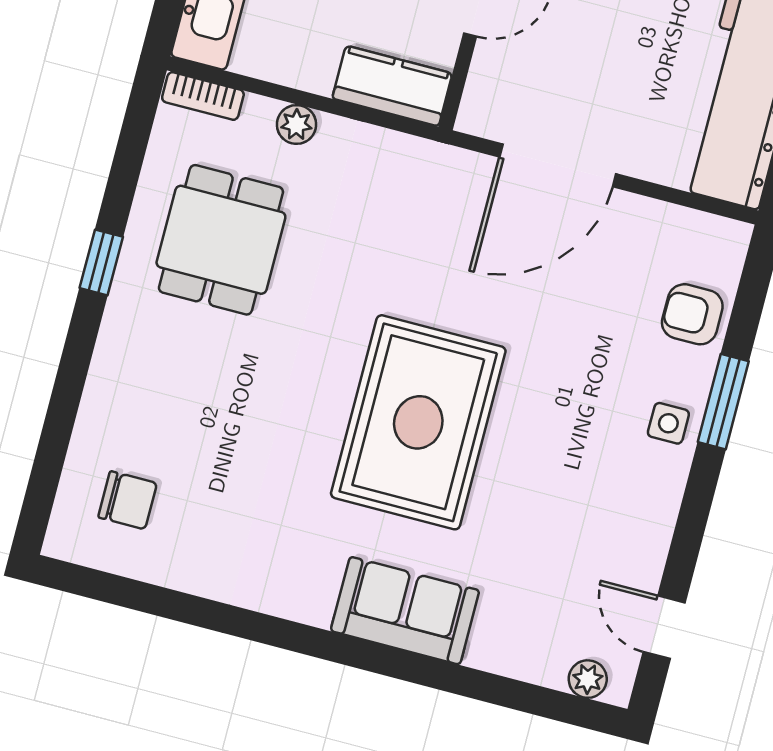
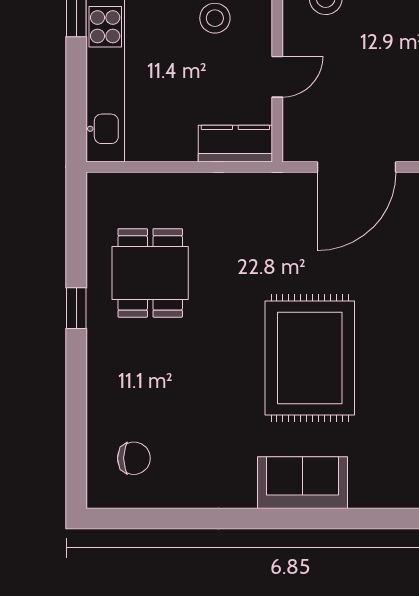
bookcase: (203, 96) -> (114, 182), removed
plant: (296, 125) -> (180, 185), removed
sofa: (405, 611) -> (303, 483), moved

